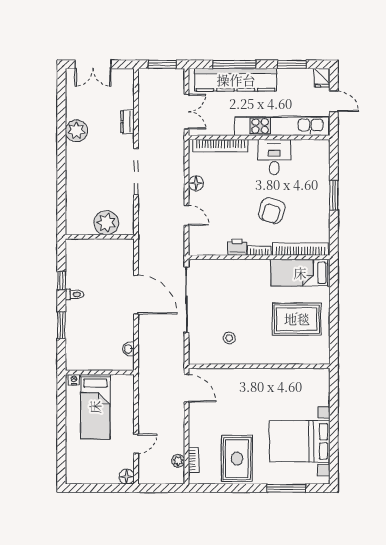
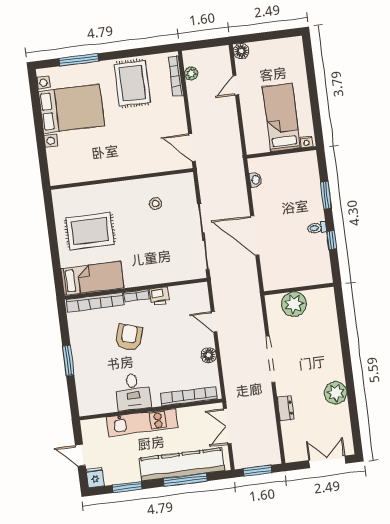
kitchen unit: (282, 126) -> (142, 422), width x0.73
bookcase: (194, 460) -> (176, 76), width x1.56

